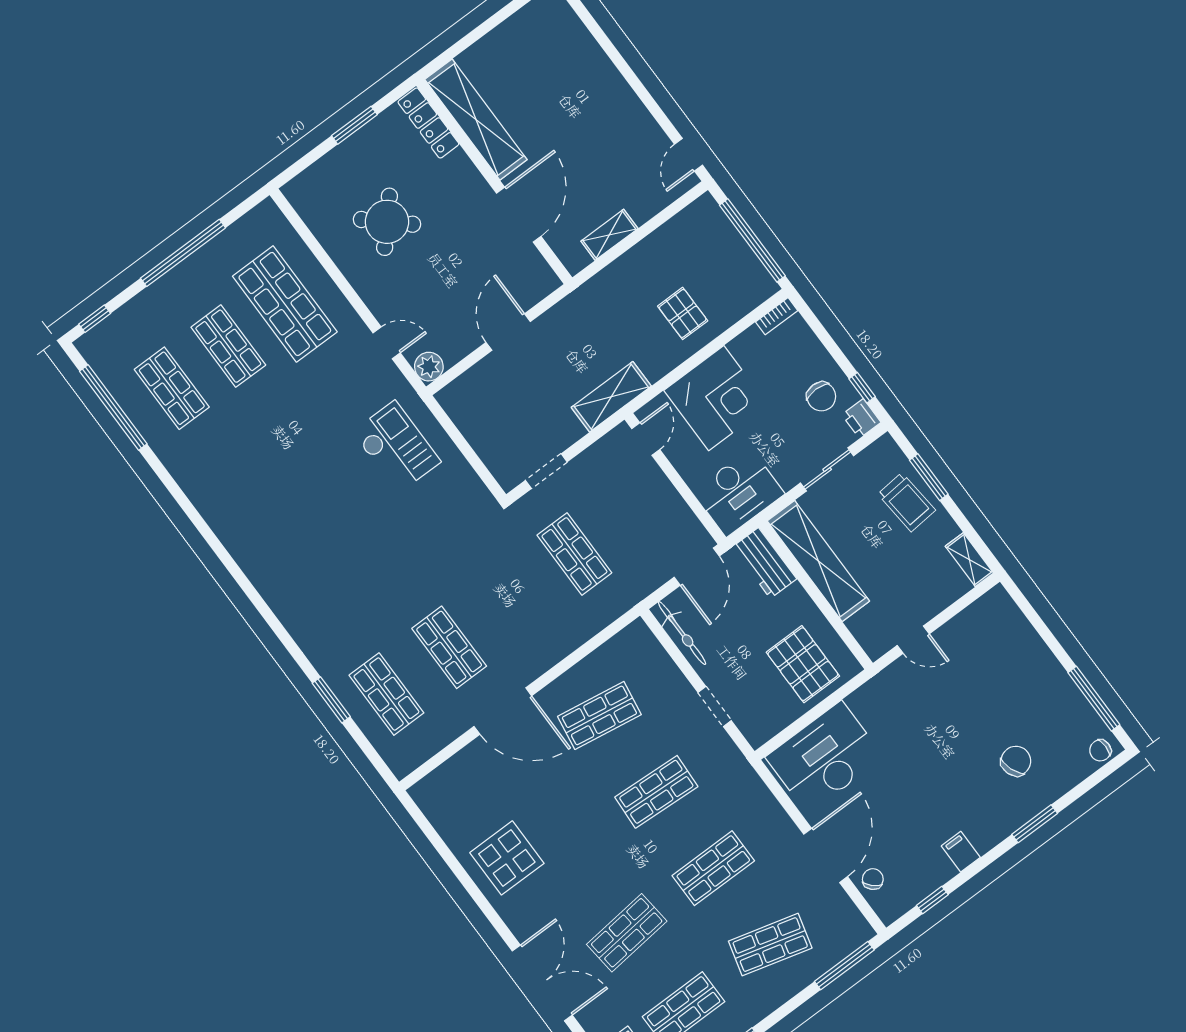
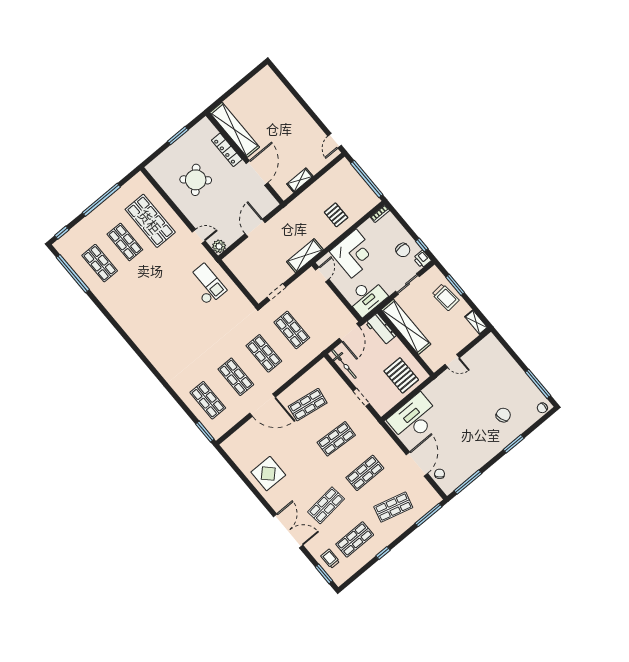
locker: (428, 123) -> (227, 150), moved
shop shelf: (512, 601) -> (264, 353), added
window: (331, 700) -> (205, 431), moved
filing cabinet: (961, 852) -> (480, 459), removed
window: (932, 900) -> (468, 482), width x2.17

